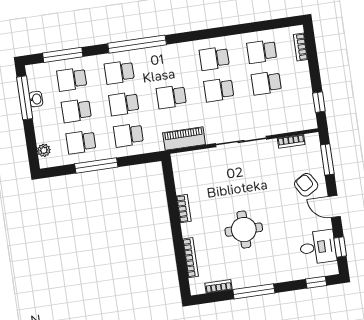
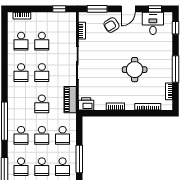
printer: (181, 164) -> (86, 104), added

